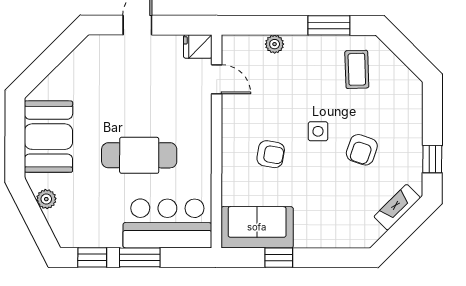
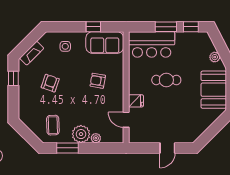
fridge: (198, 47) -> (136, 101), moved
plant: (303, 52) -> (81, 134), added
side table: (318, 131) -> (65, 46), moved
cafe table: (139, 155) -> (166, 80), width x0.73, depth x0.74

